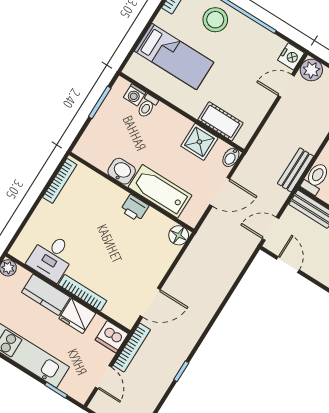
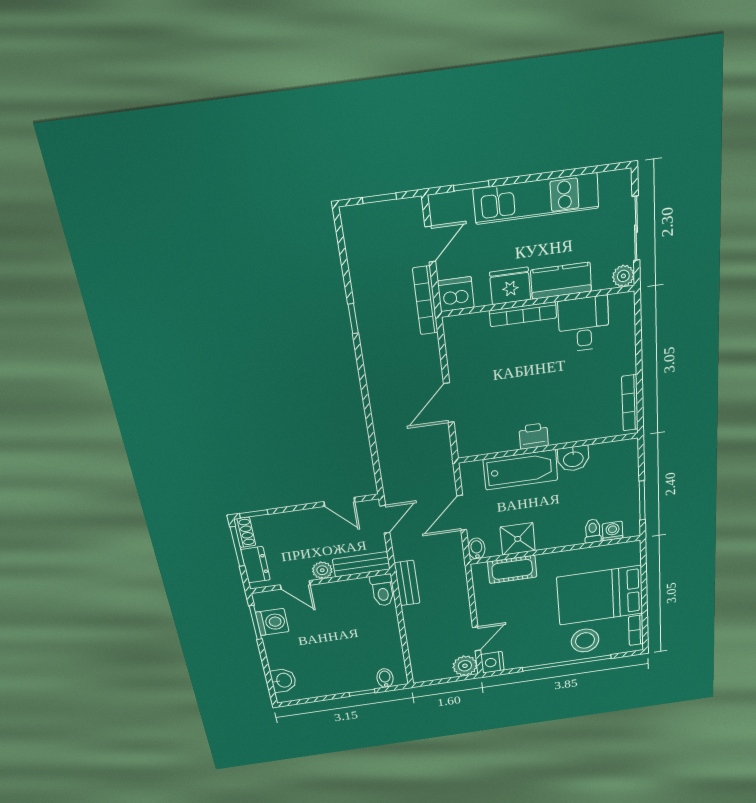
bed: (174, 57) -> (600, 595), width x1.50
floor lamp: (179, 235) -> (469, 445), removed
door: (150, 303) -> (449, 403), moved
door: (103, 377) -> (430, 244), swing flipped

